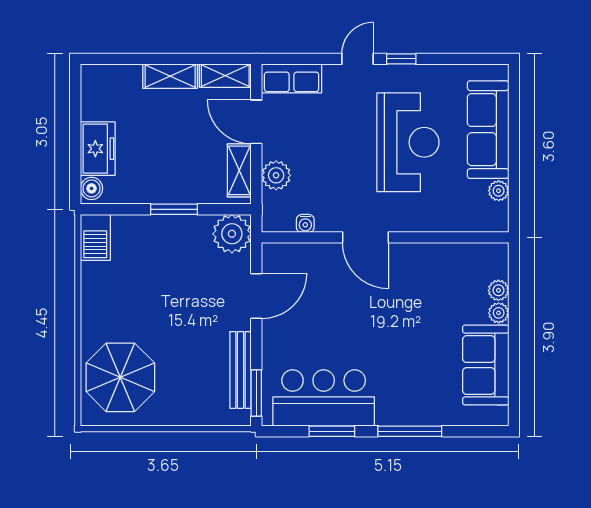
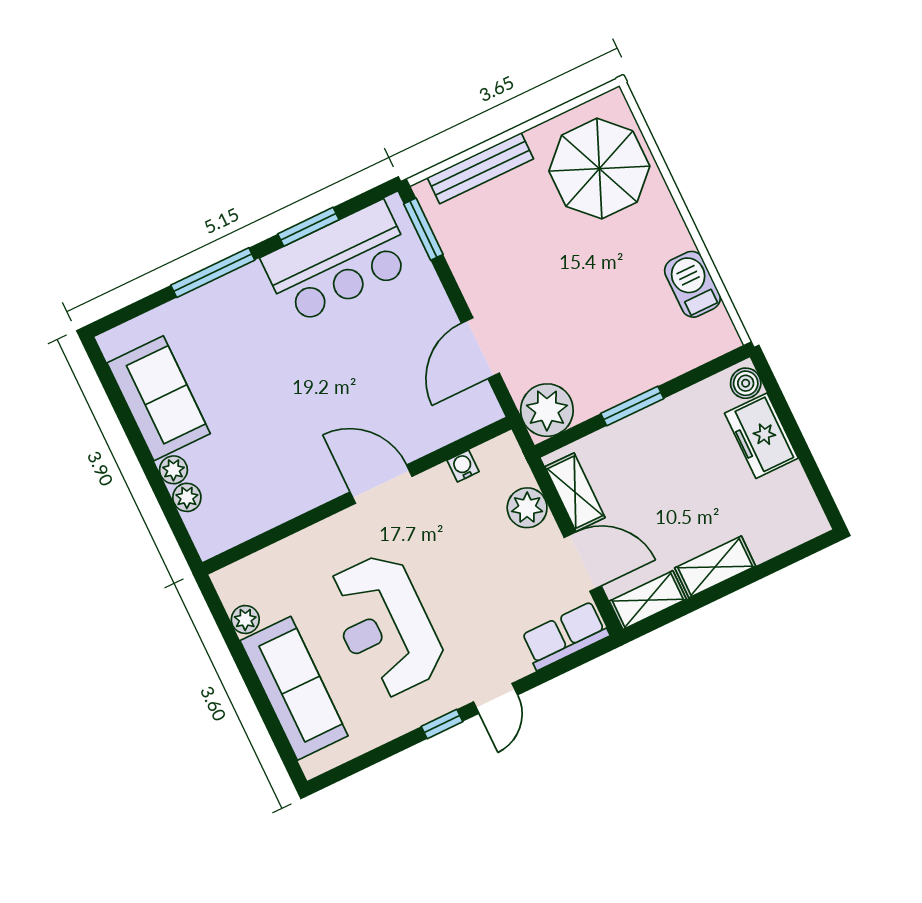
barbecue: (95, 237) -> (692, 284), moved
bench: (240, 370) -> (480, 168), moved, turned 90

